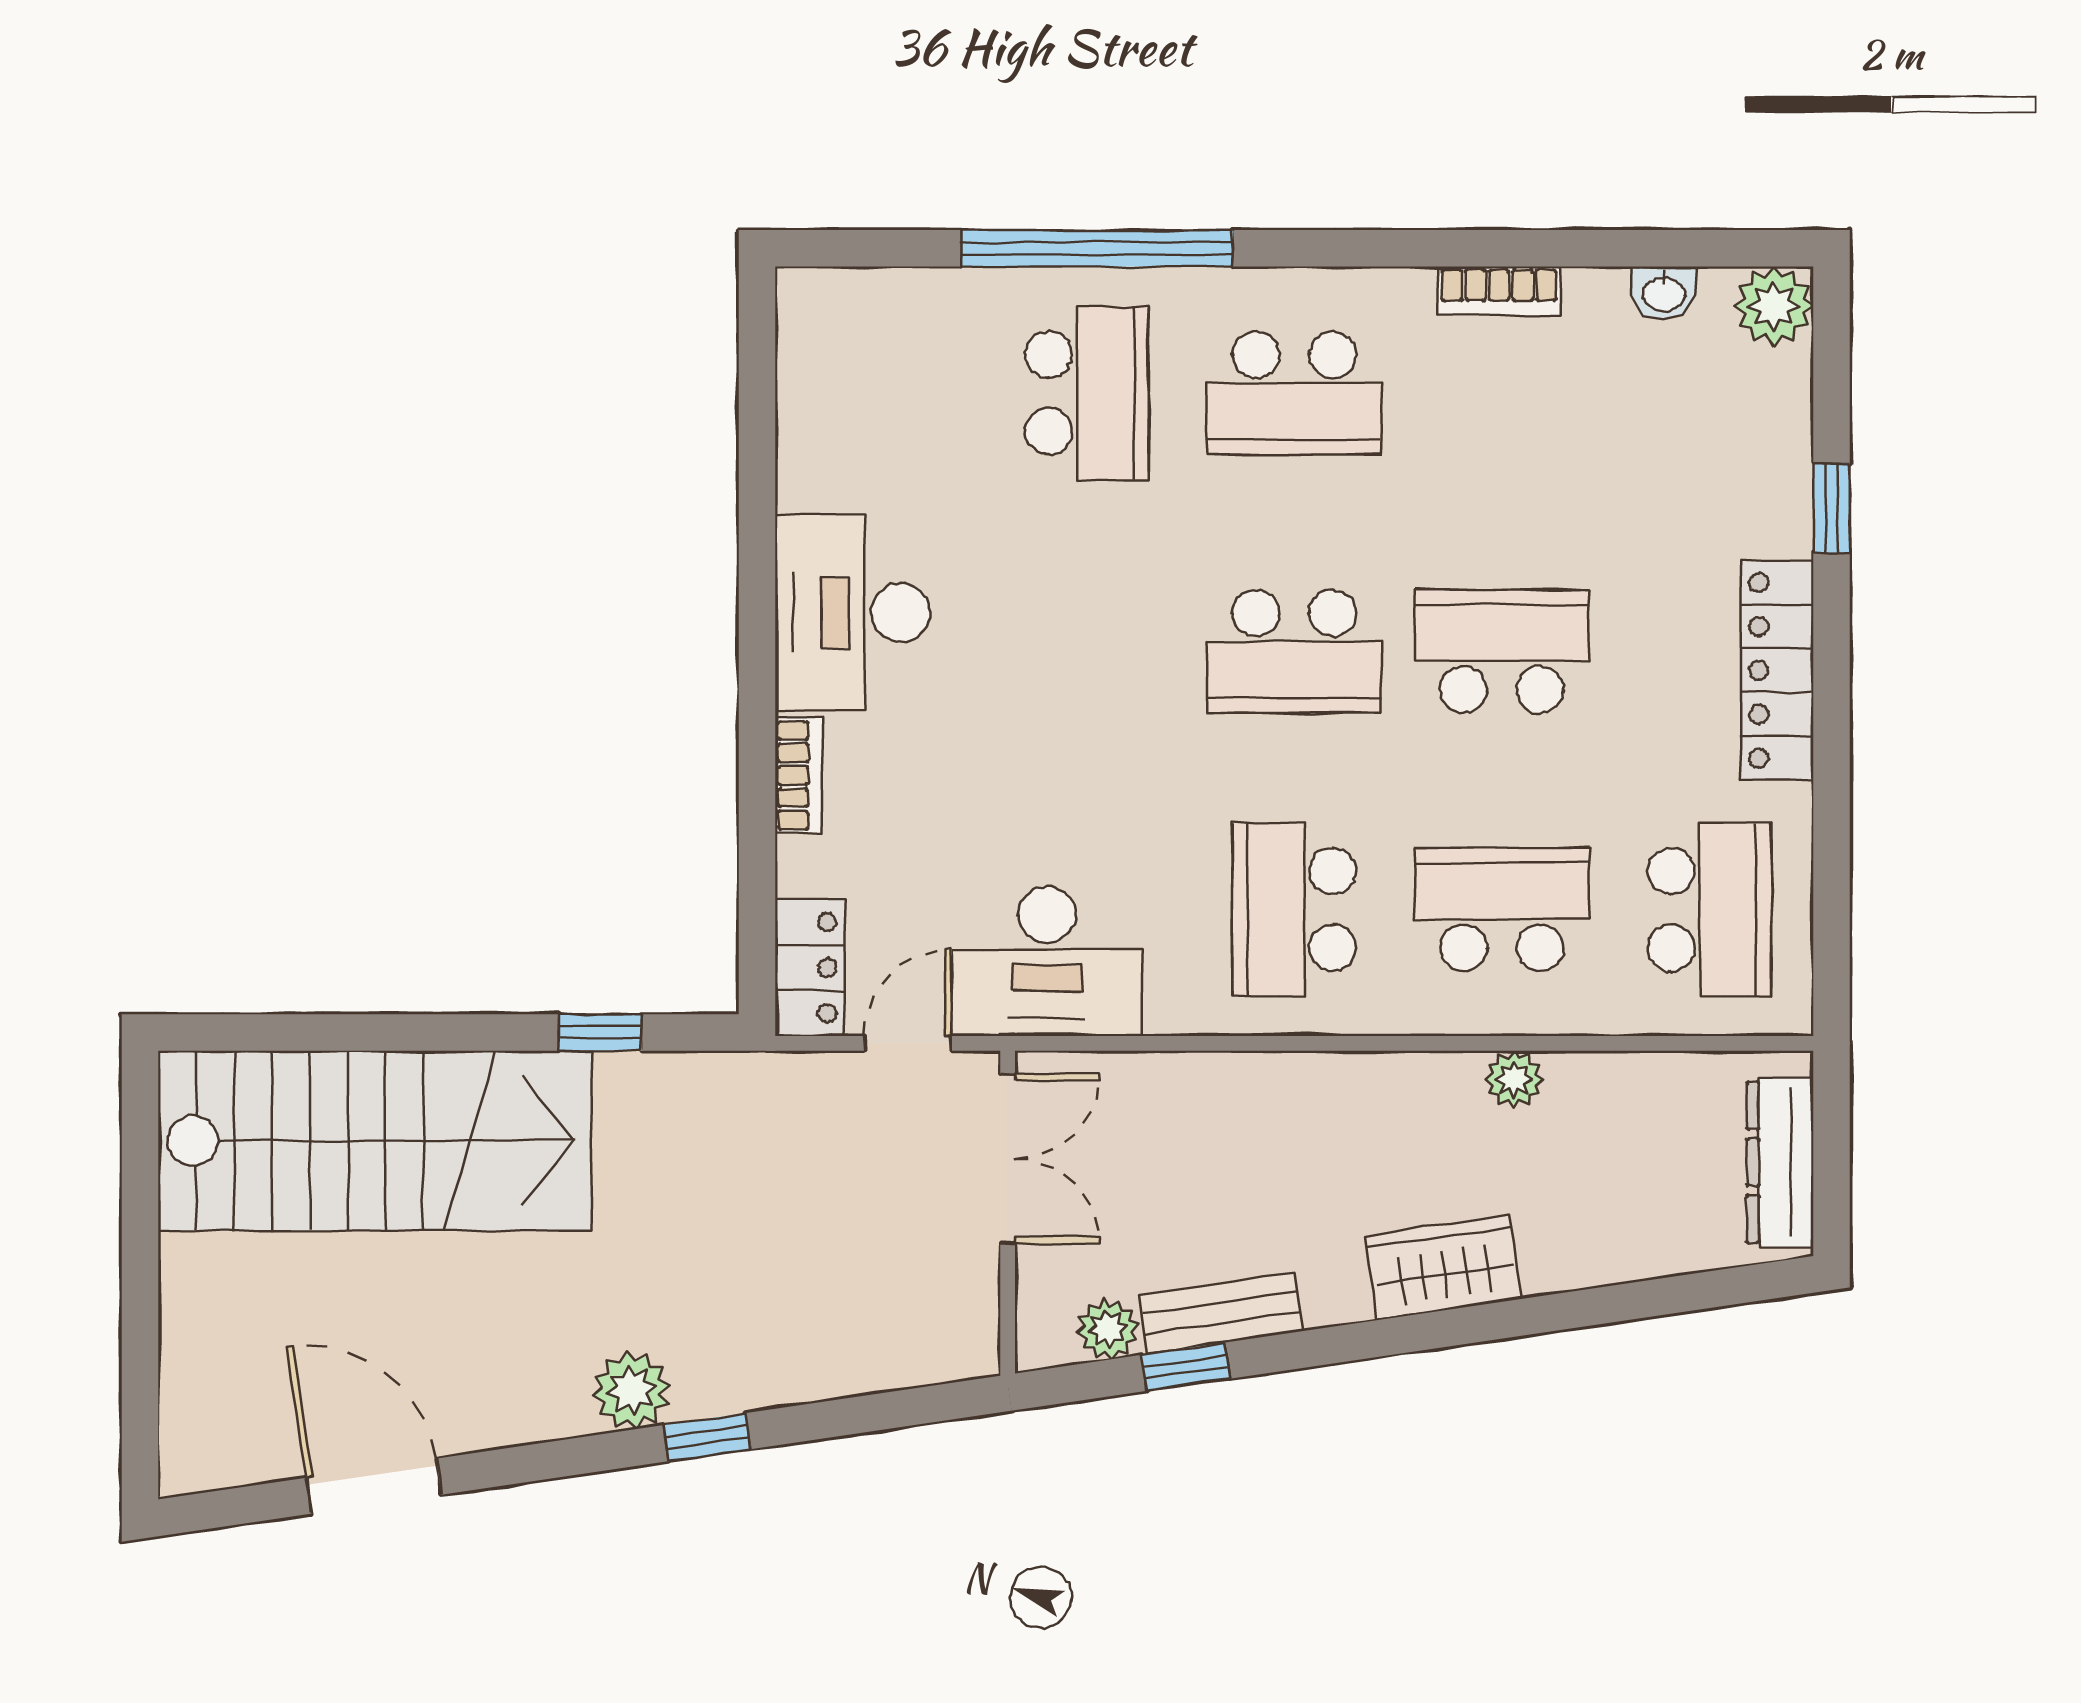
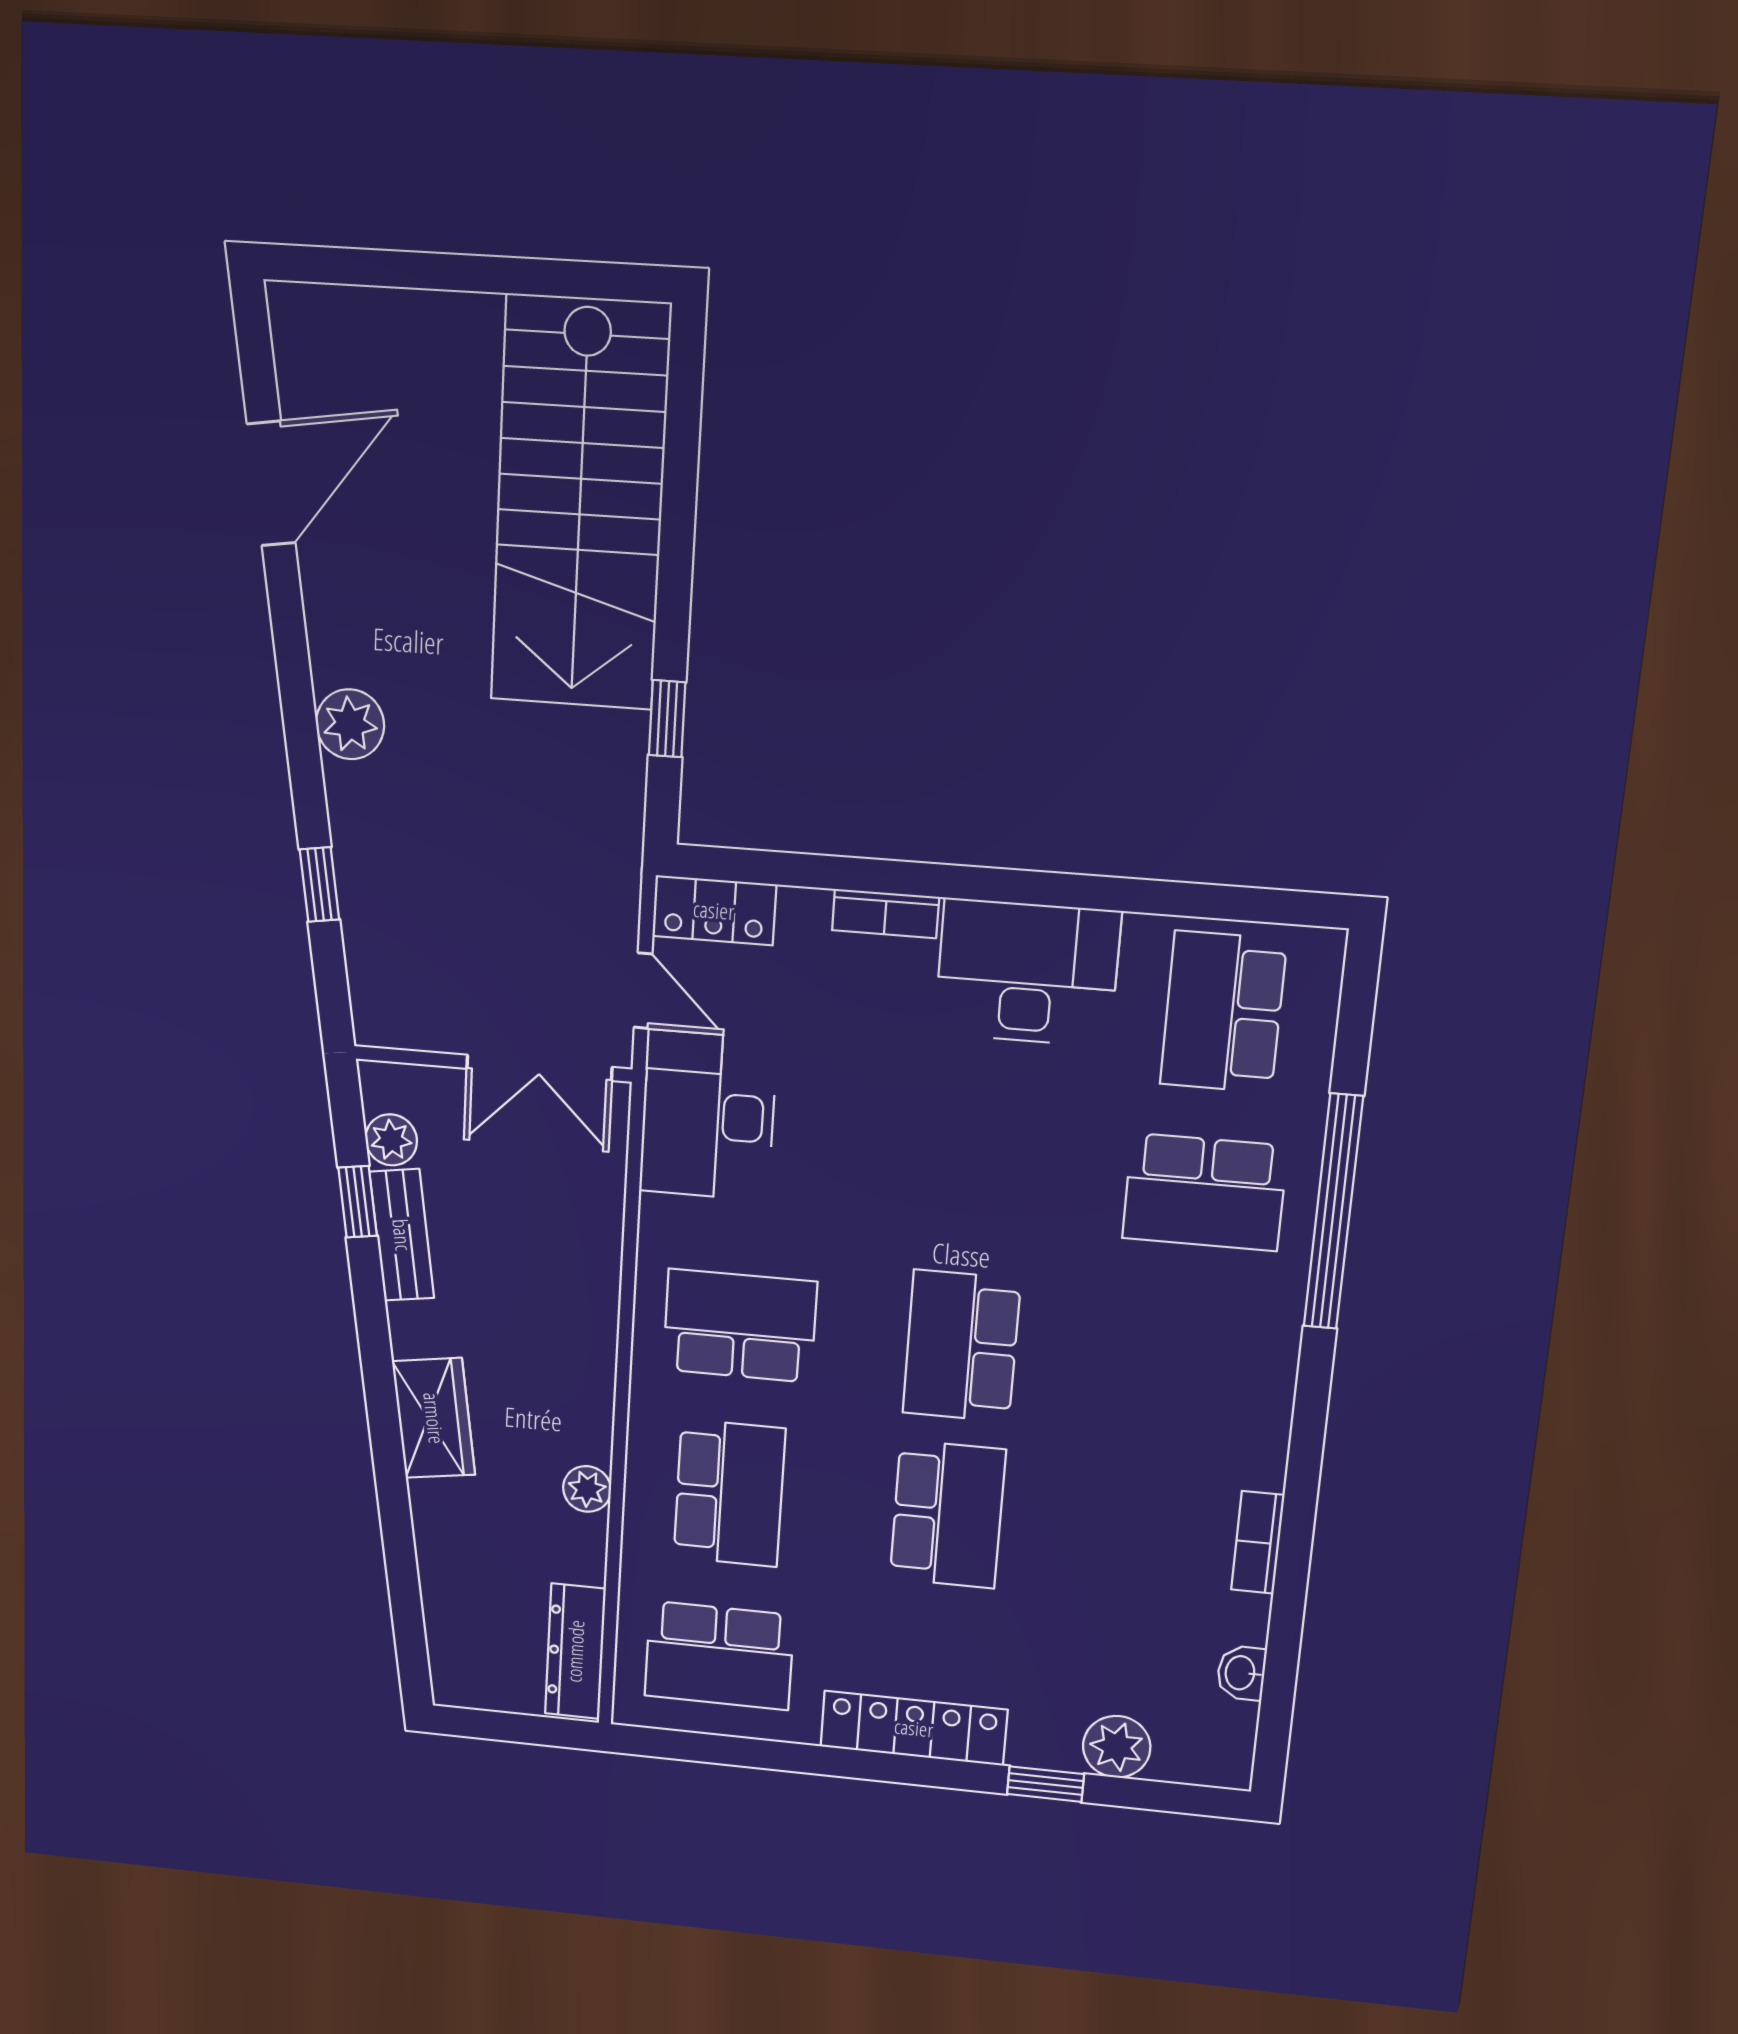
plant: (1774, 306) -> (1117, 1747), moved
school desk: (1294, 393) -> (1223, 1012), moved
dresser: (1780, 1162) -> (575, 1651), moved, turned -90
window: (707, 1437) -> (319, 885), moved

